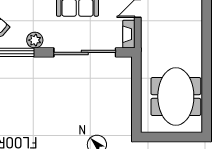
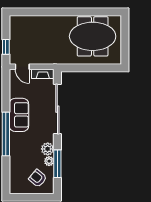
plant: (20, 42) -> (49, 161), added

